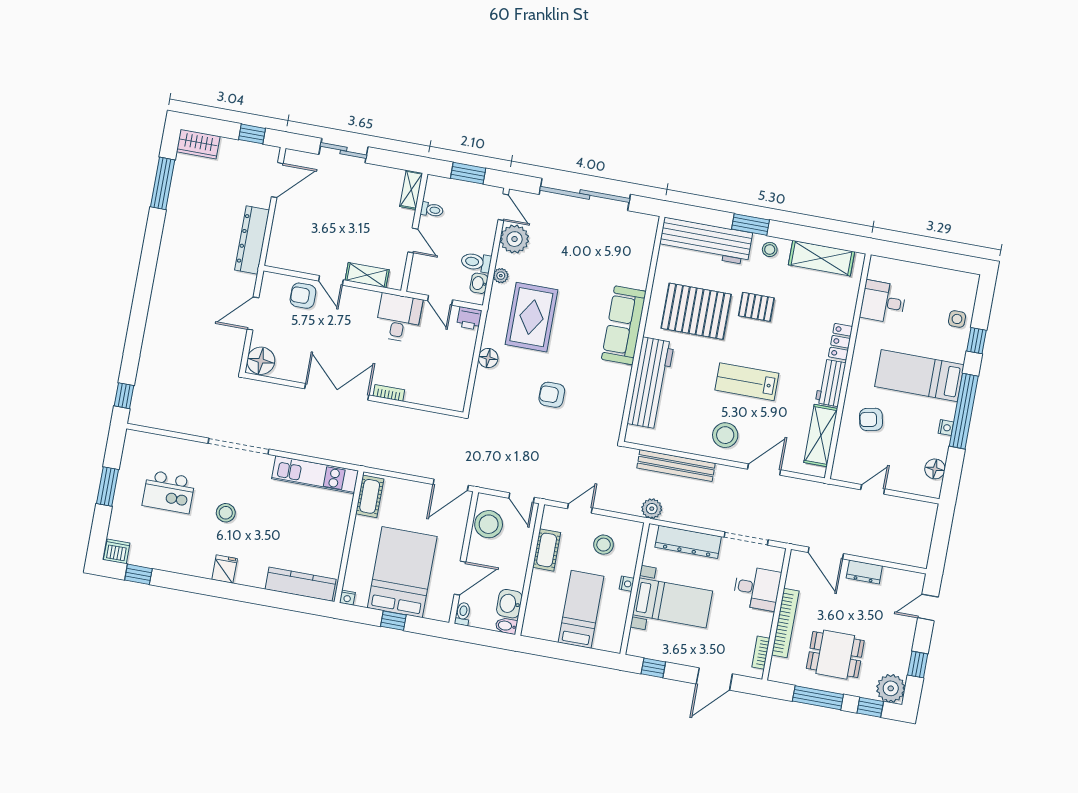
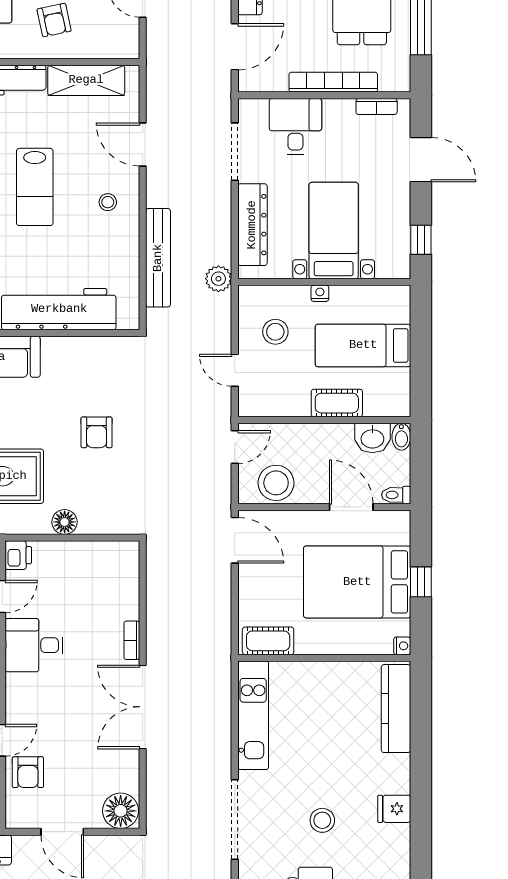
stool: (725, 435) -> (108, 202), width x0.53, depth x0.53
cot: (547, 550) -> (337, 403), moved

